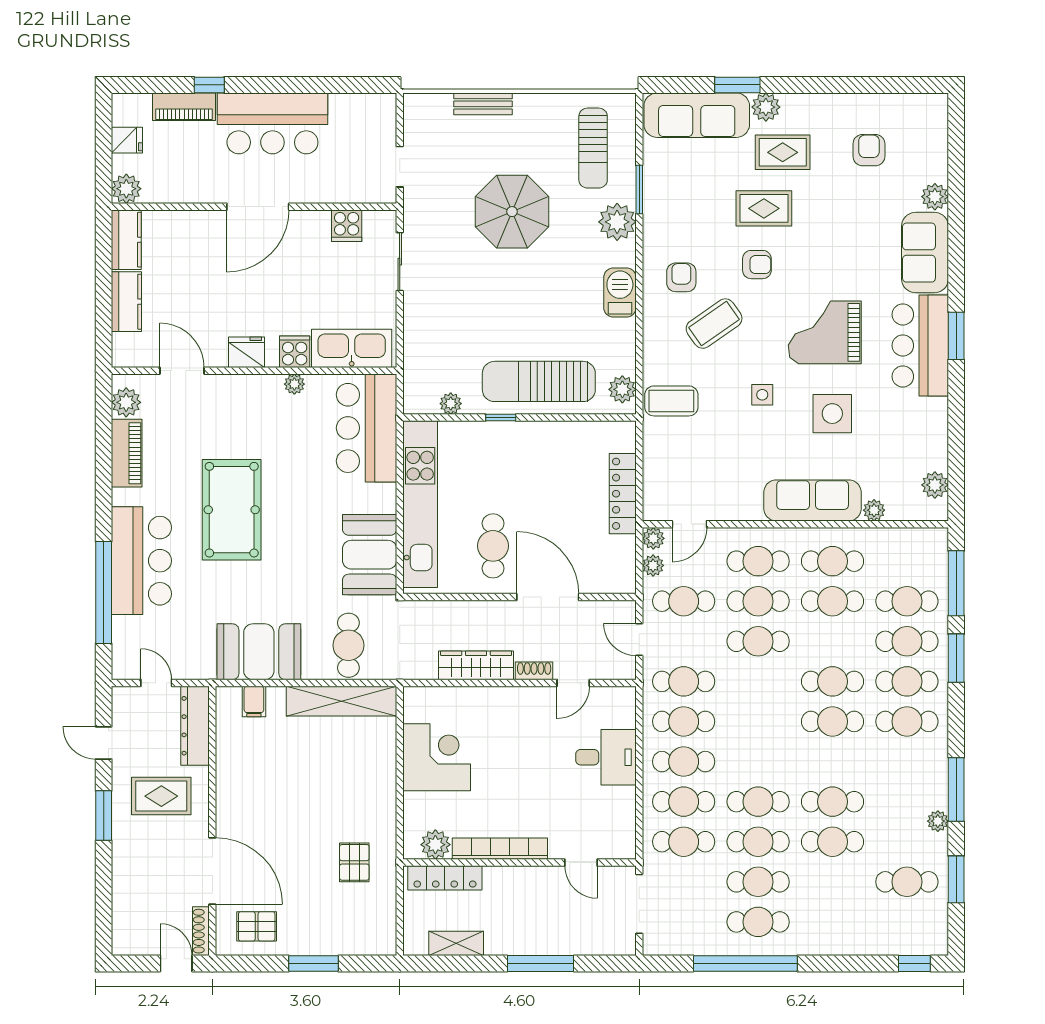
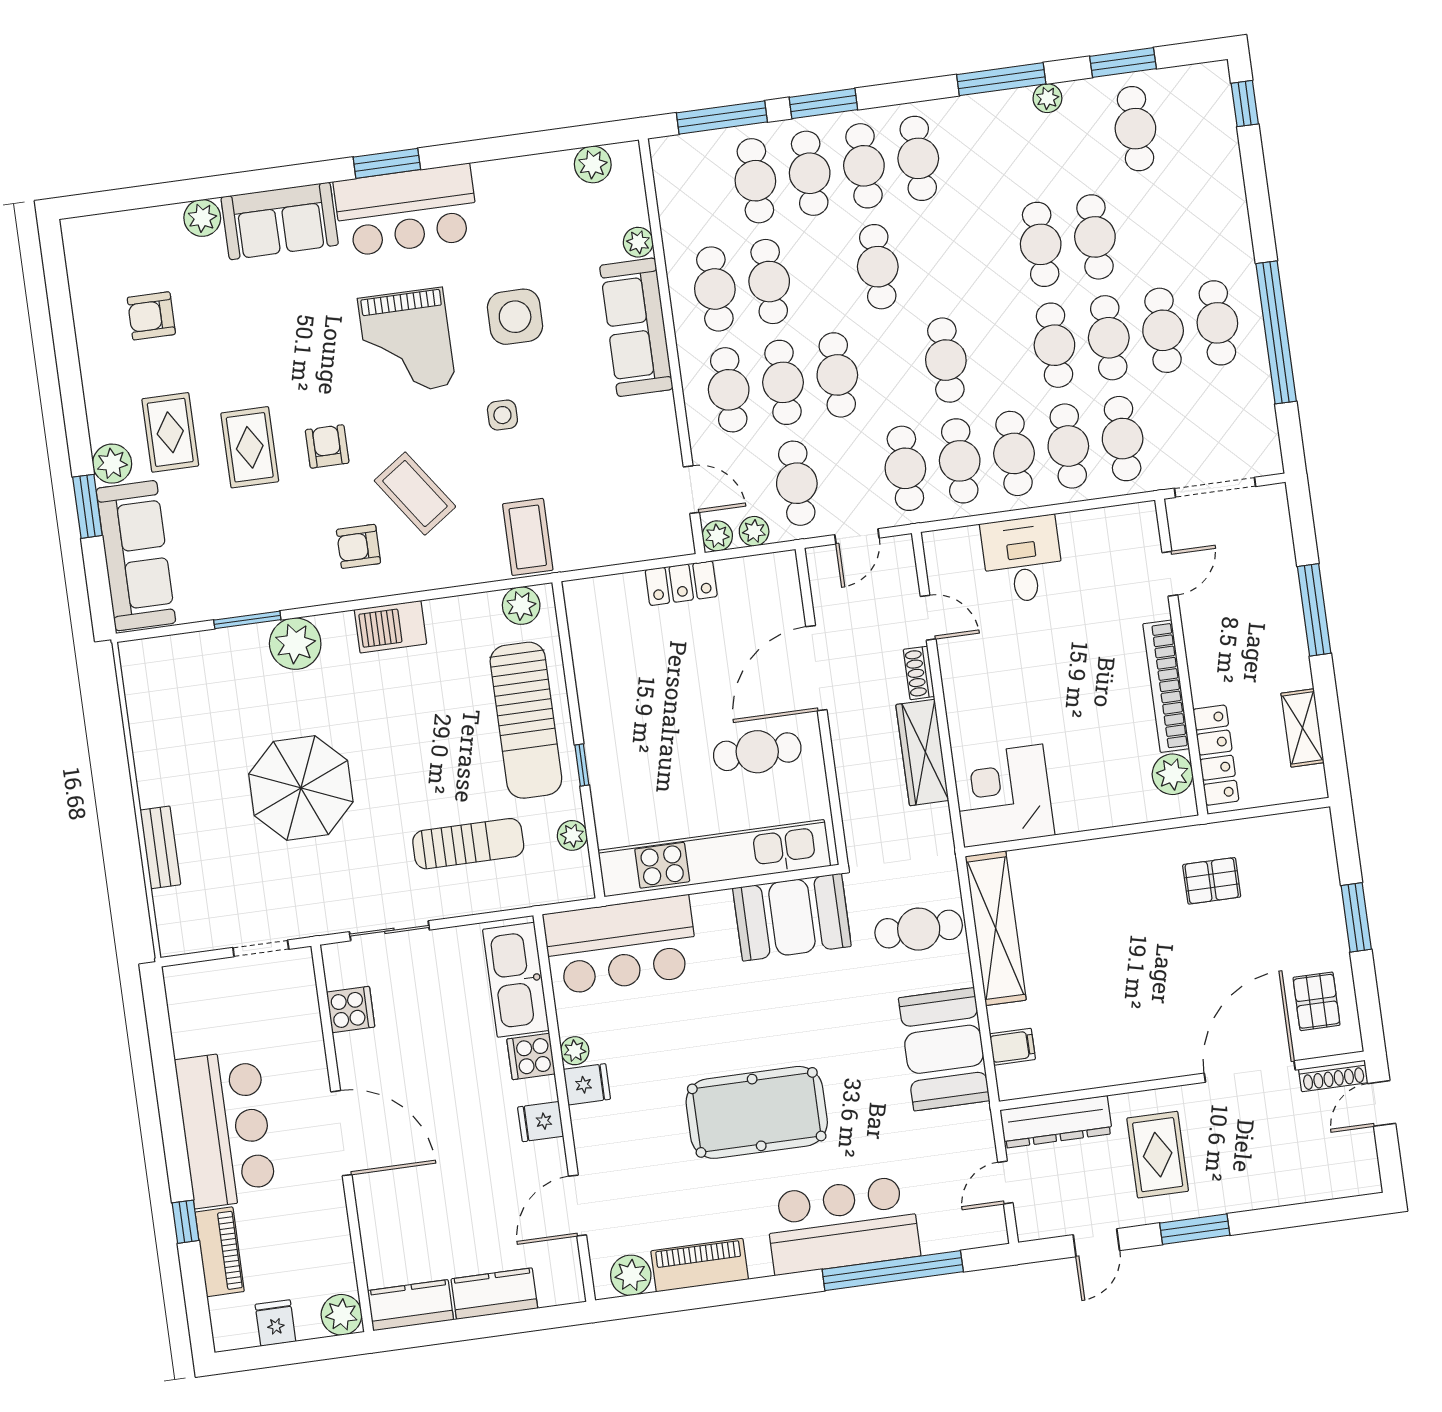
sun lounger: (593, 148) -> (468, 844), moved
fridge: (246, 352) -> (541, 1122), width x0.72
fridge: (269, 390) -> (587, 1084), added
locker: (623, 494) -> (681, 583), width x0.66
cafe table: (833, 721) -> (946, 360), moved
corner desk: (437, 757) -> (1003, 796), moved

